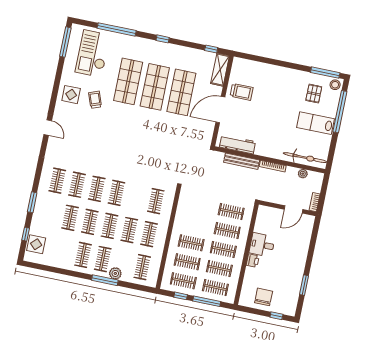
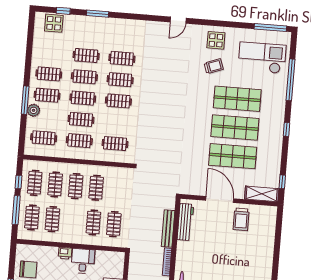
clothes rail: (57, 181) -> (124, 37), removed
clothes rail: (223, 250) -> (96, 188), moved

